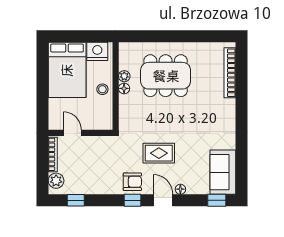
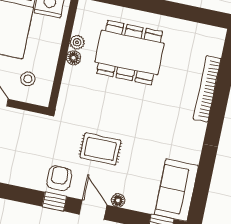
bookcase: (230, 73) -> (207, 89), moved
stool: (102, 89) -> (28, 79), moved
armchair: (132, 182) -> (59, 178), turned -90

